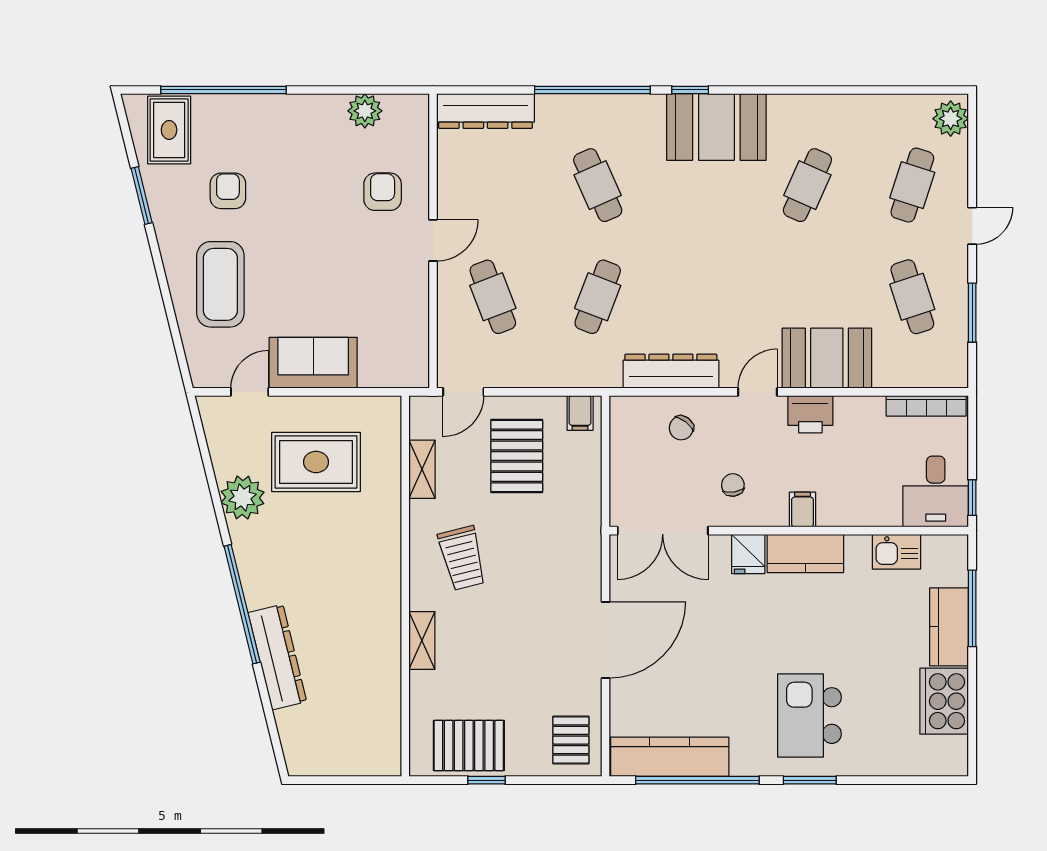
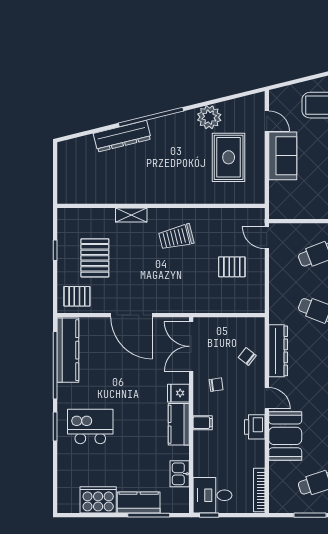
filing cabinet: (580, 413) -> (255, 301), removed
pallet: (517, 456) -> (232, 267), width x0.67, depth x0.71
shelving: (422, 469) -> (225, 215), removed
pallet: (469, 746) -> (95, 258), moved

